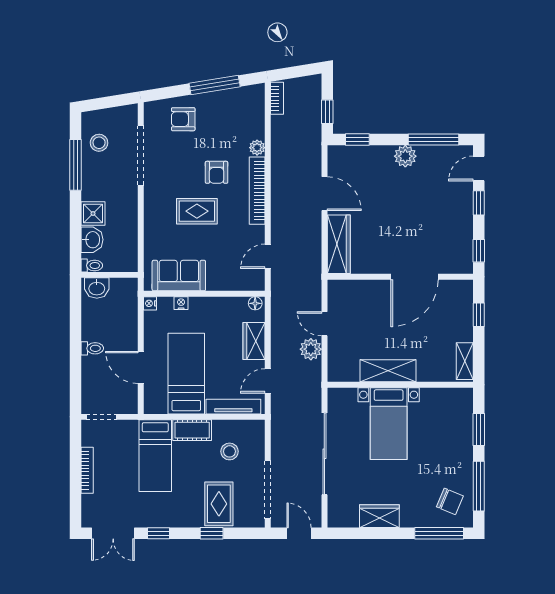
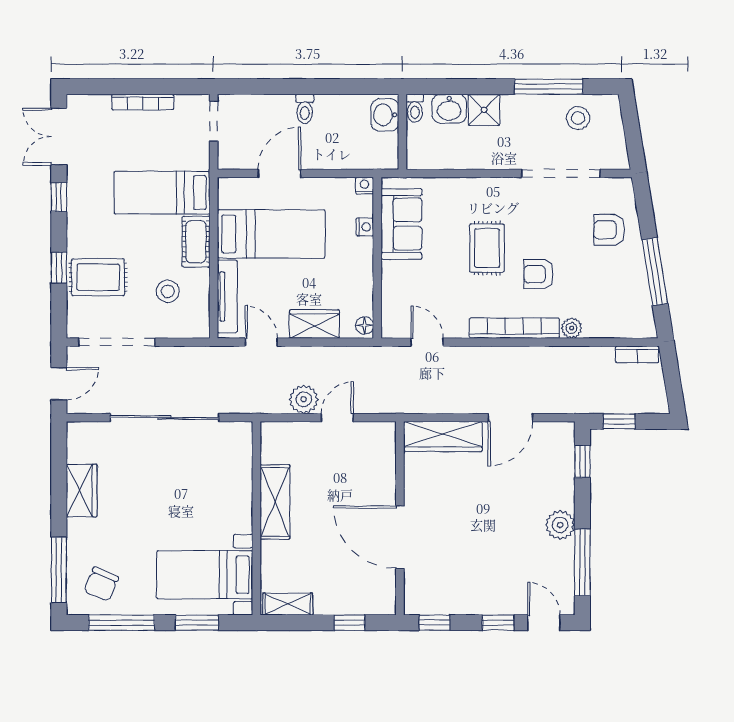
armchair: (183, 119) -> (609, 230), turned -90
bed with nightstands: (389, 424) -> (205, 575), moved

